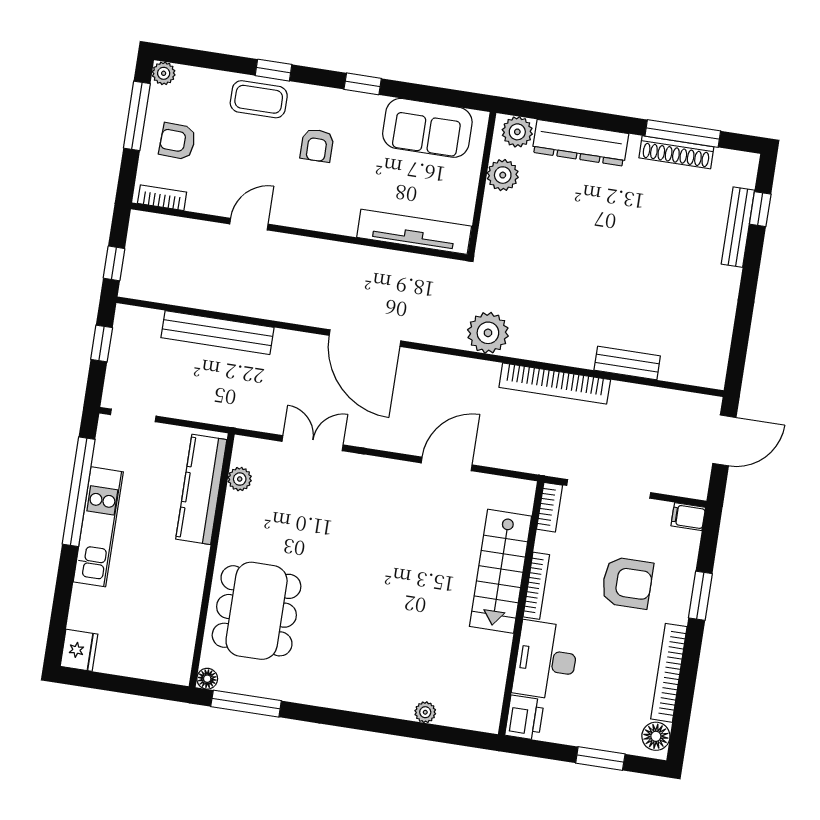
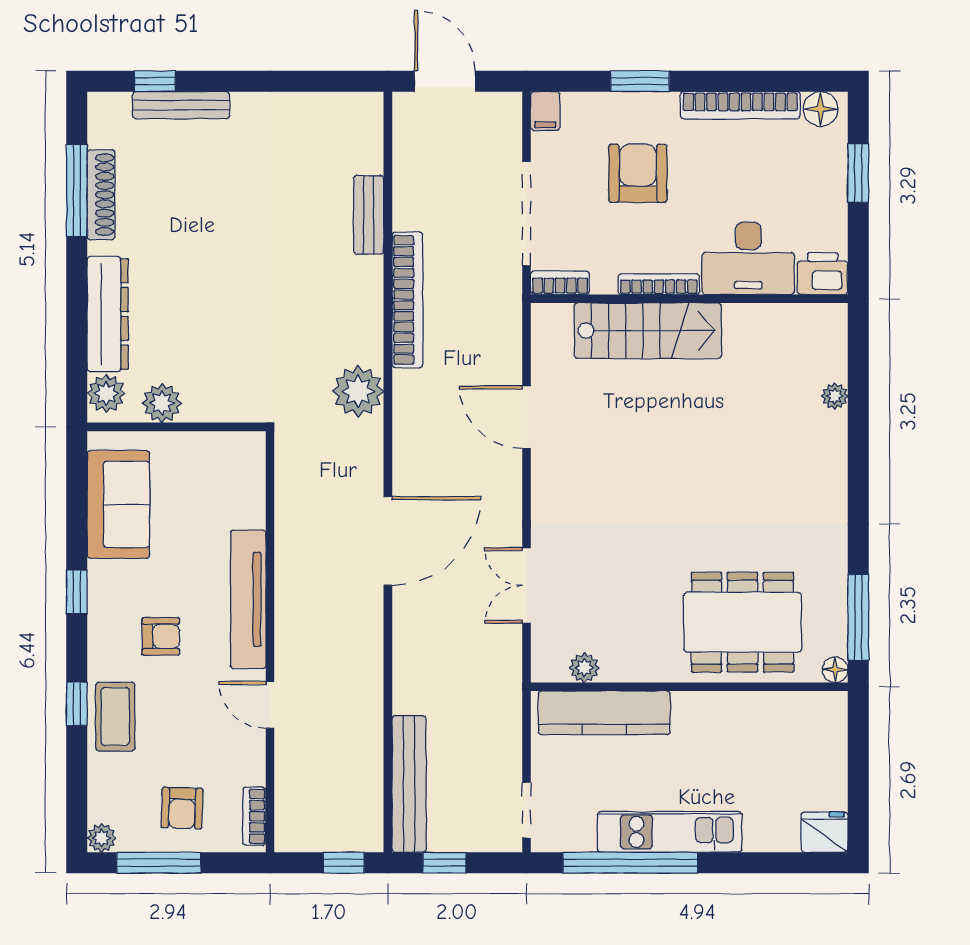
tv unit: (414, 232) -> (248, 599), moved
bench: (217, 333) -> (409, 784), moved

